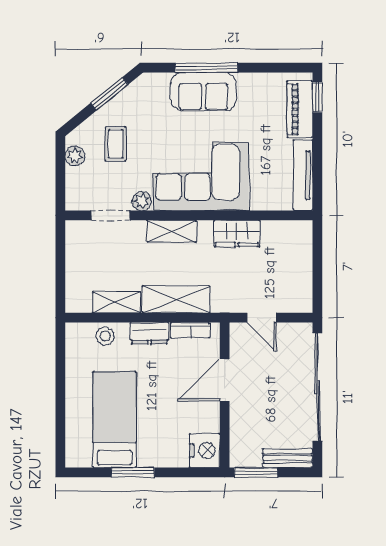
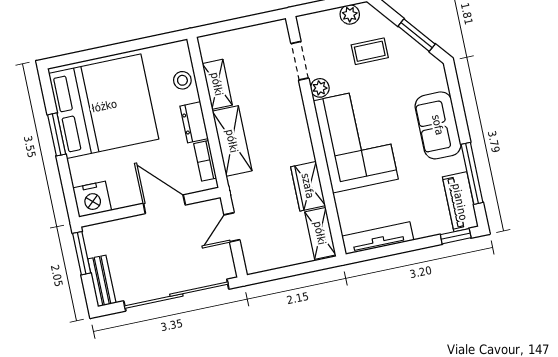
window: (206, 68) -> (472, 173), moved
piano: (300, 109) -> (460, 202), moved, turned -90
shelving: (171, 231) -> (320, 233), moved
bed: (115, 420) -> (104, 106), width x2.04

